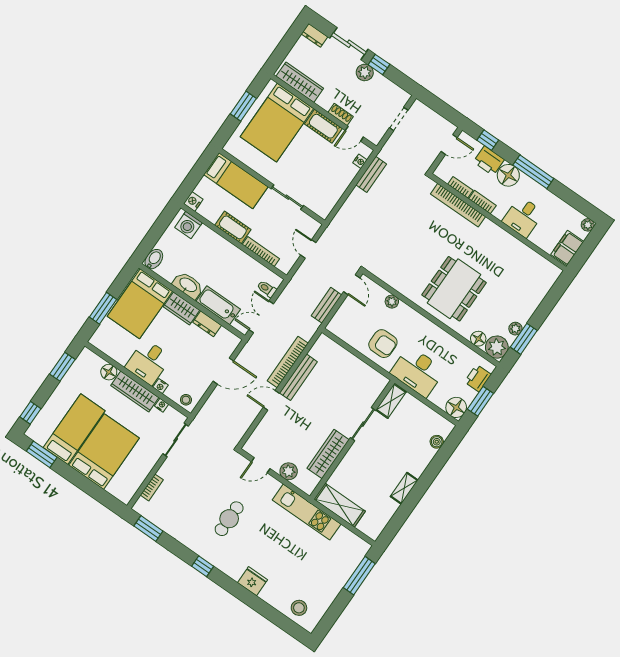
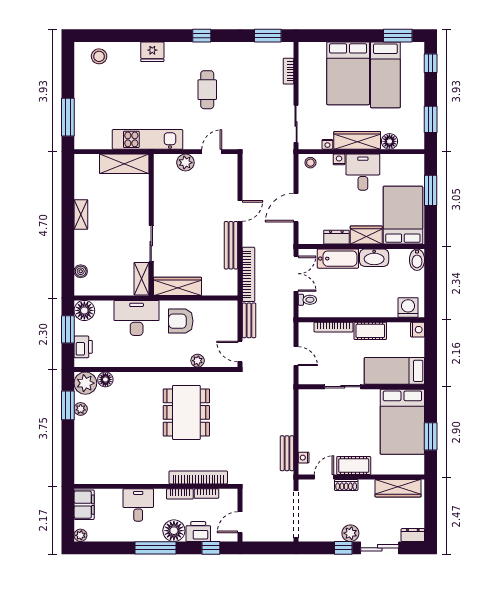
doorway: (399, 119) -> (296, 514), width x1.88
bed: (277, 123) -> (402, 422), moved, turned 180
dining table: (454, 289) -> (186, 412), moved
bookcase: (288, 362) -> (248, 274), moved
wardrobe: (328, 454) -> (178, 286), moved, turned -90

